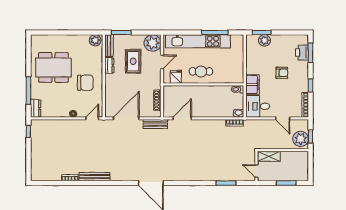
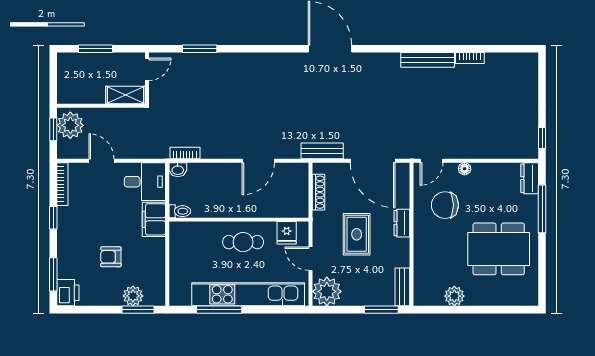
plant: (95, 40) -> (454, 296), moved
printer: (302, 53) -> (68, 293), moved
rug: (133, 61) -> (357, 234), moved
door: (162, 62) -> (311, 259), hinge flipped
dresser: (109, 65) -> (402, 223), moved
armchair: (282, 73) -> (111, 257), moved
chair: (85, 83) -> (445, 205), moved
door: (126, 118) -> (373, 161), hinge flipped
door: (182, 118) -> (258, 161), moved
door: (256, 171) -> (147, 69), hinge flipped

